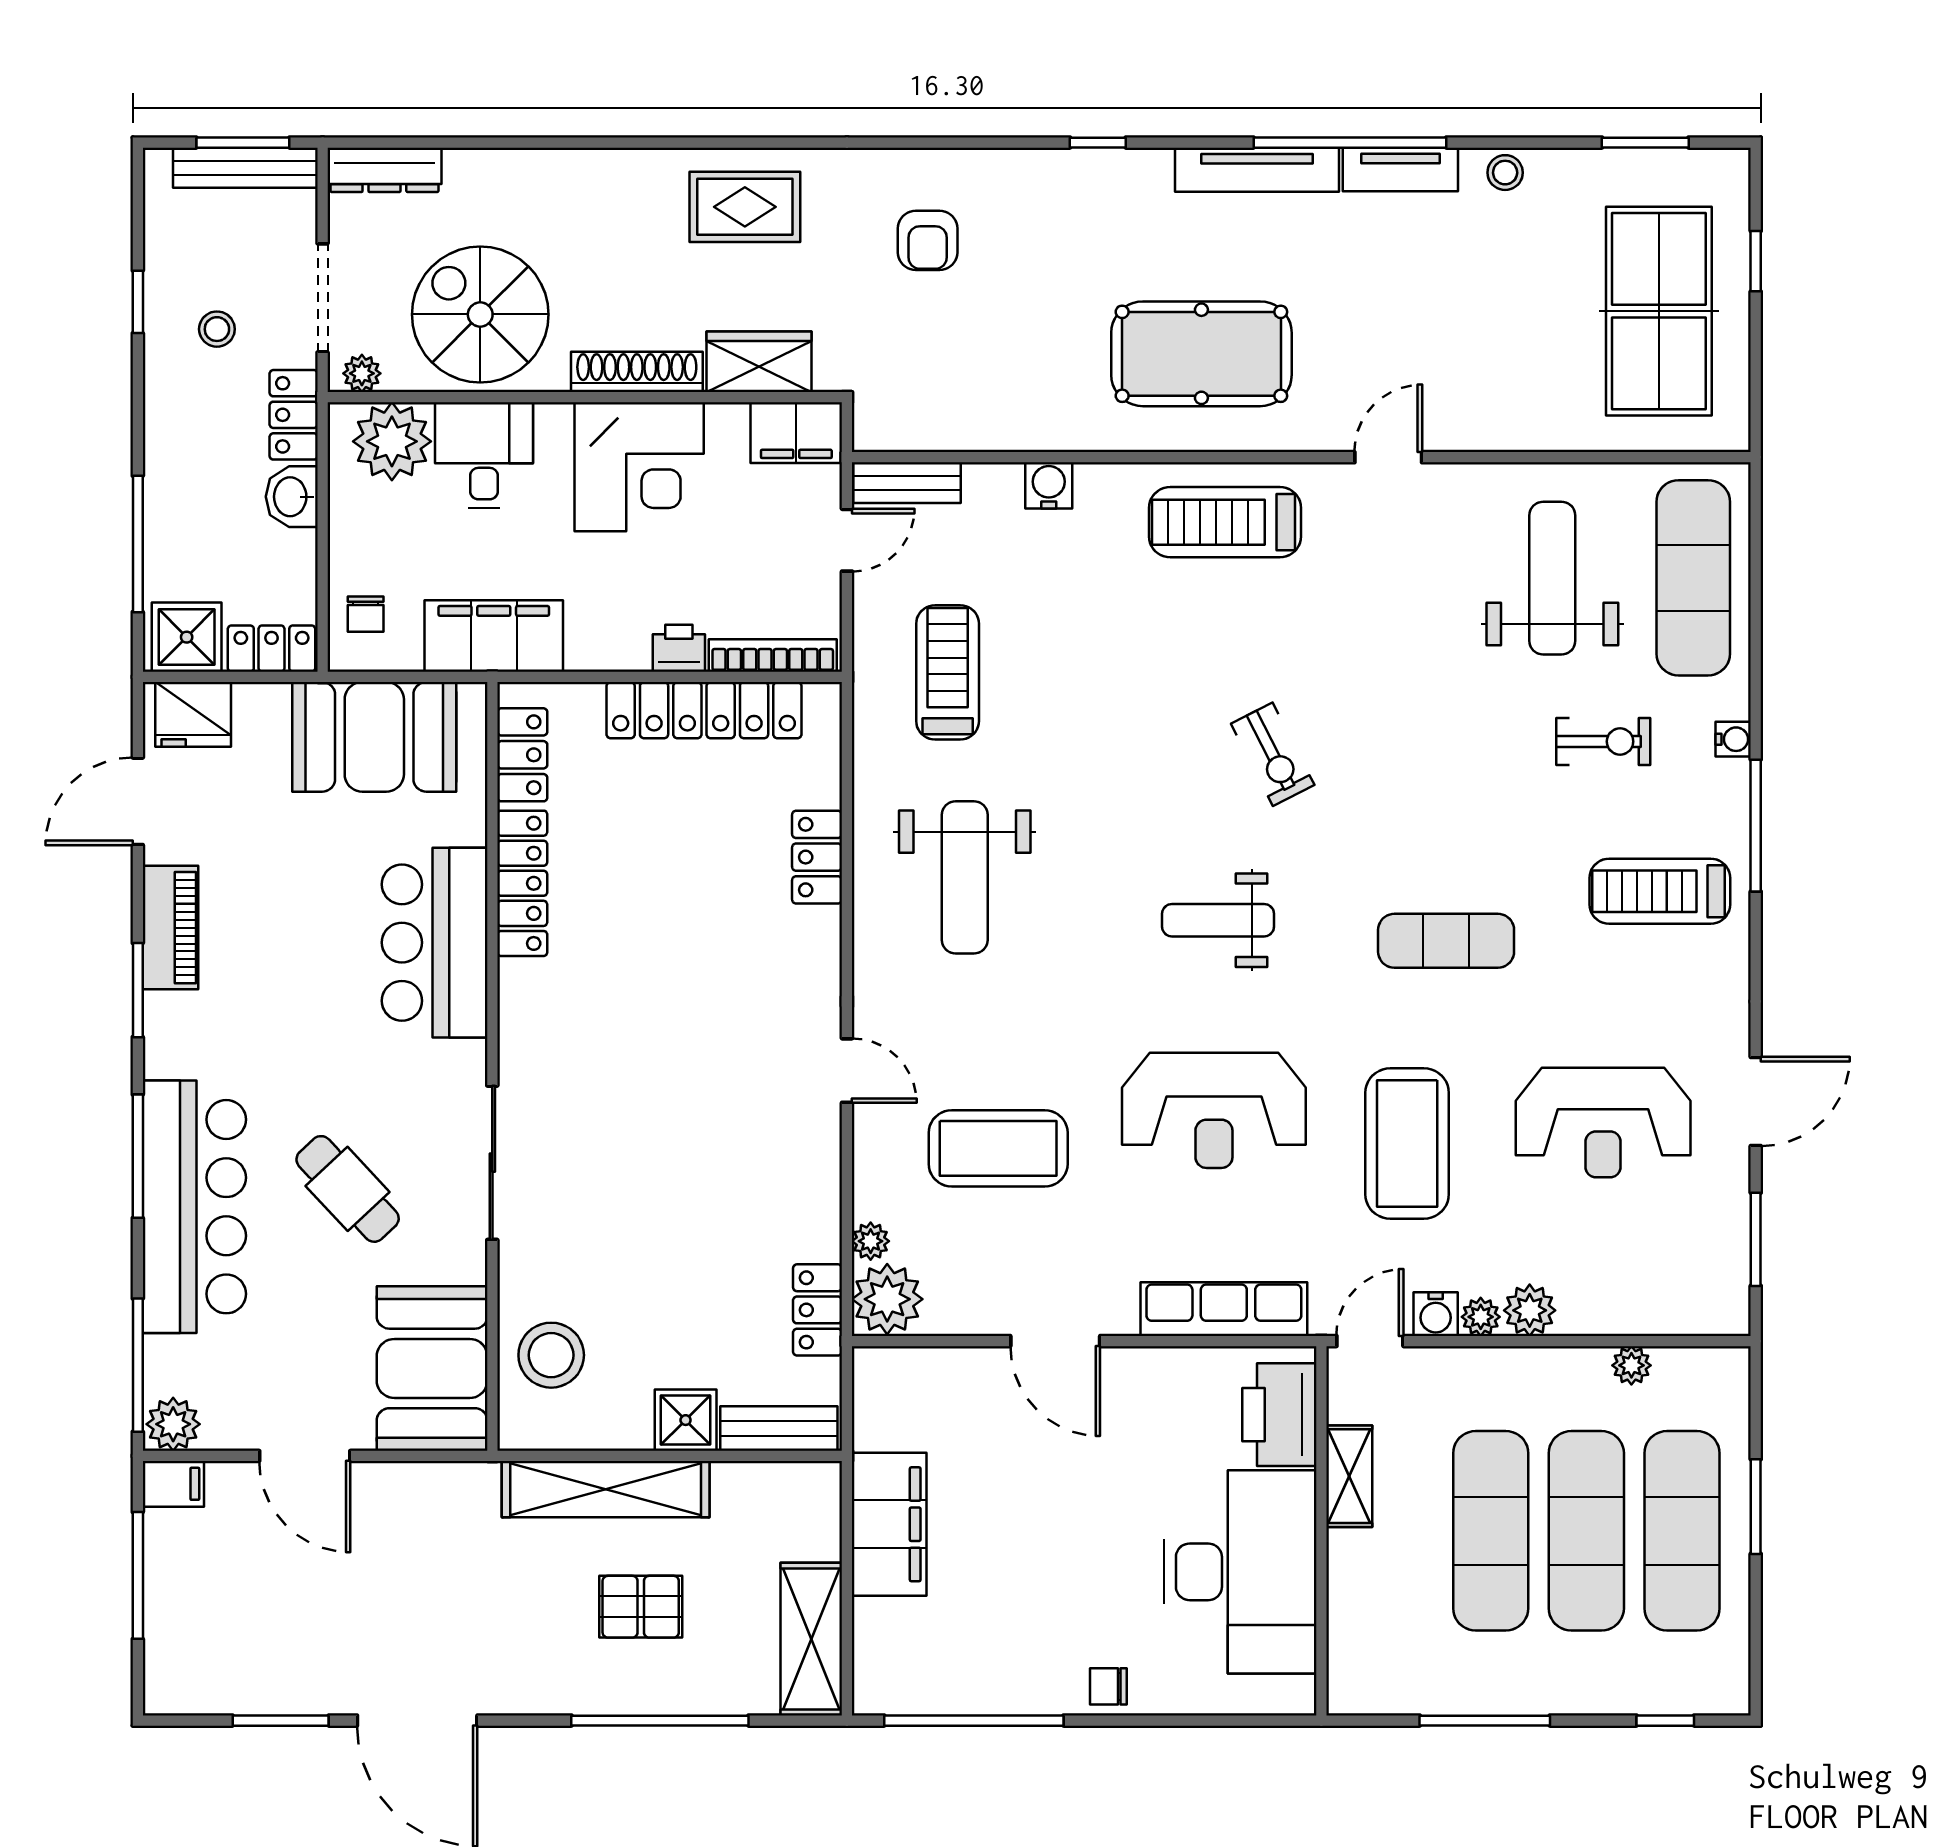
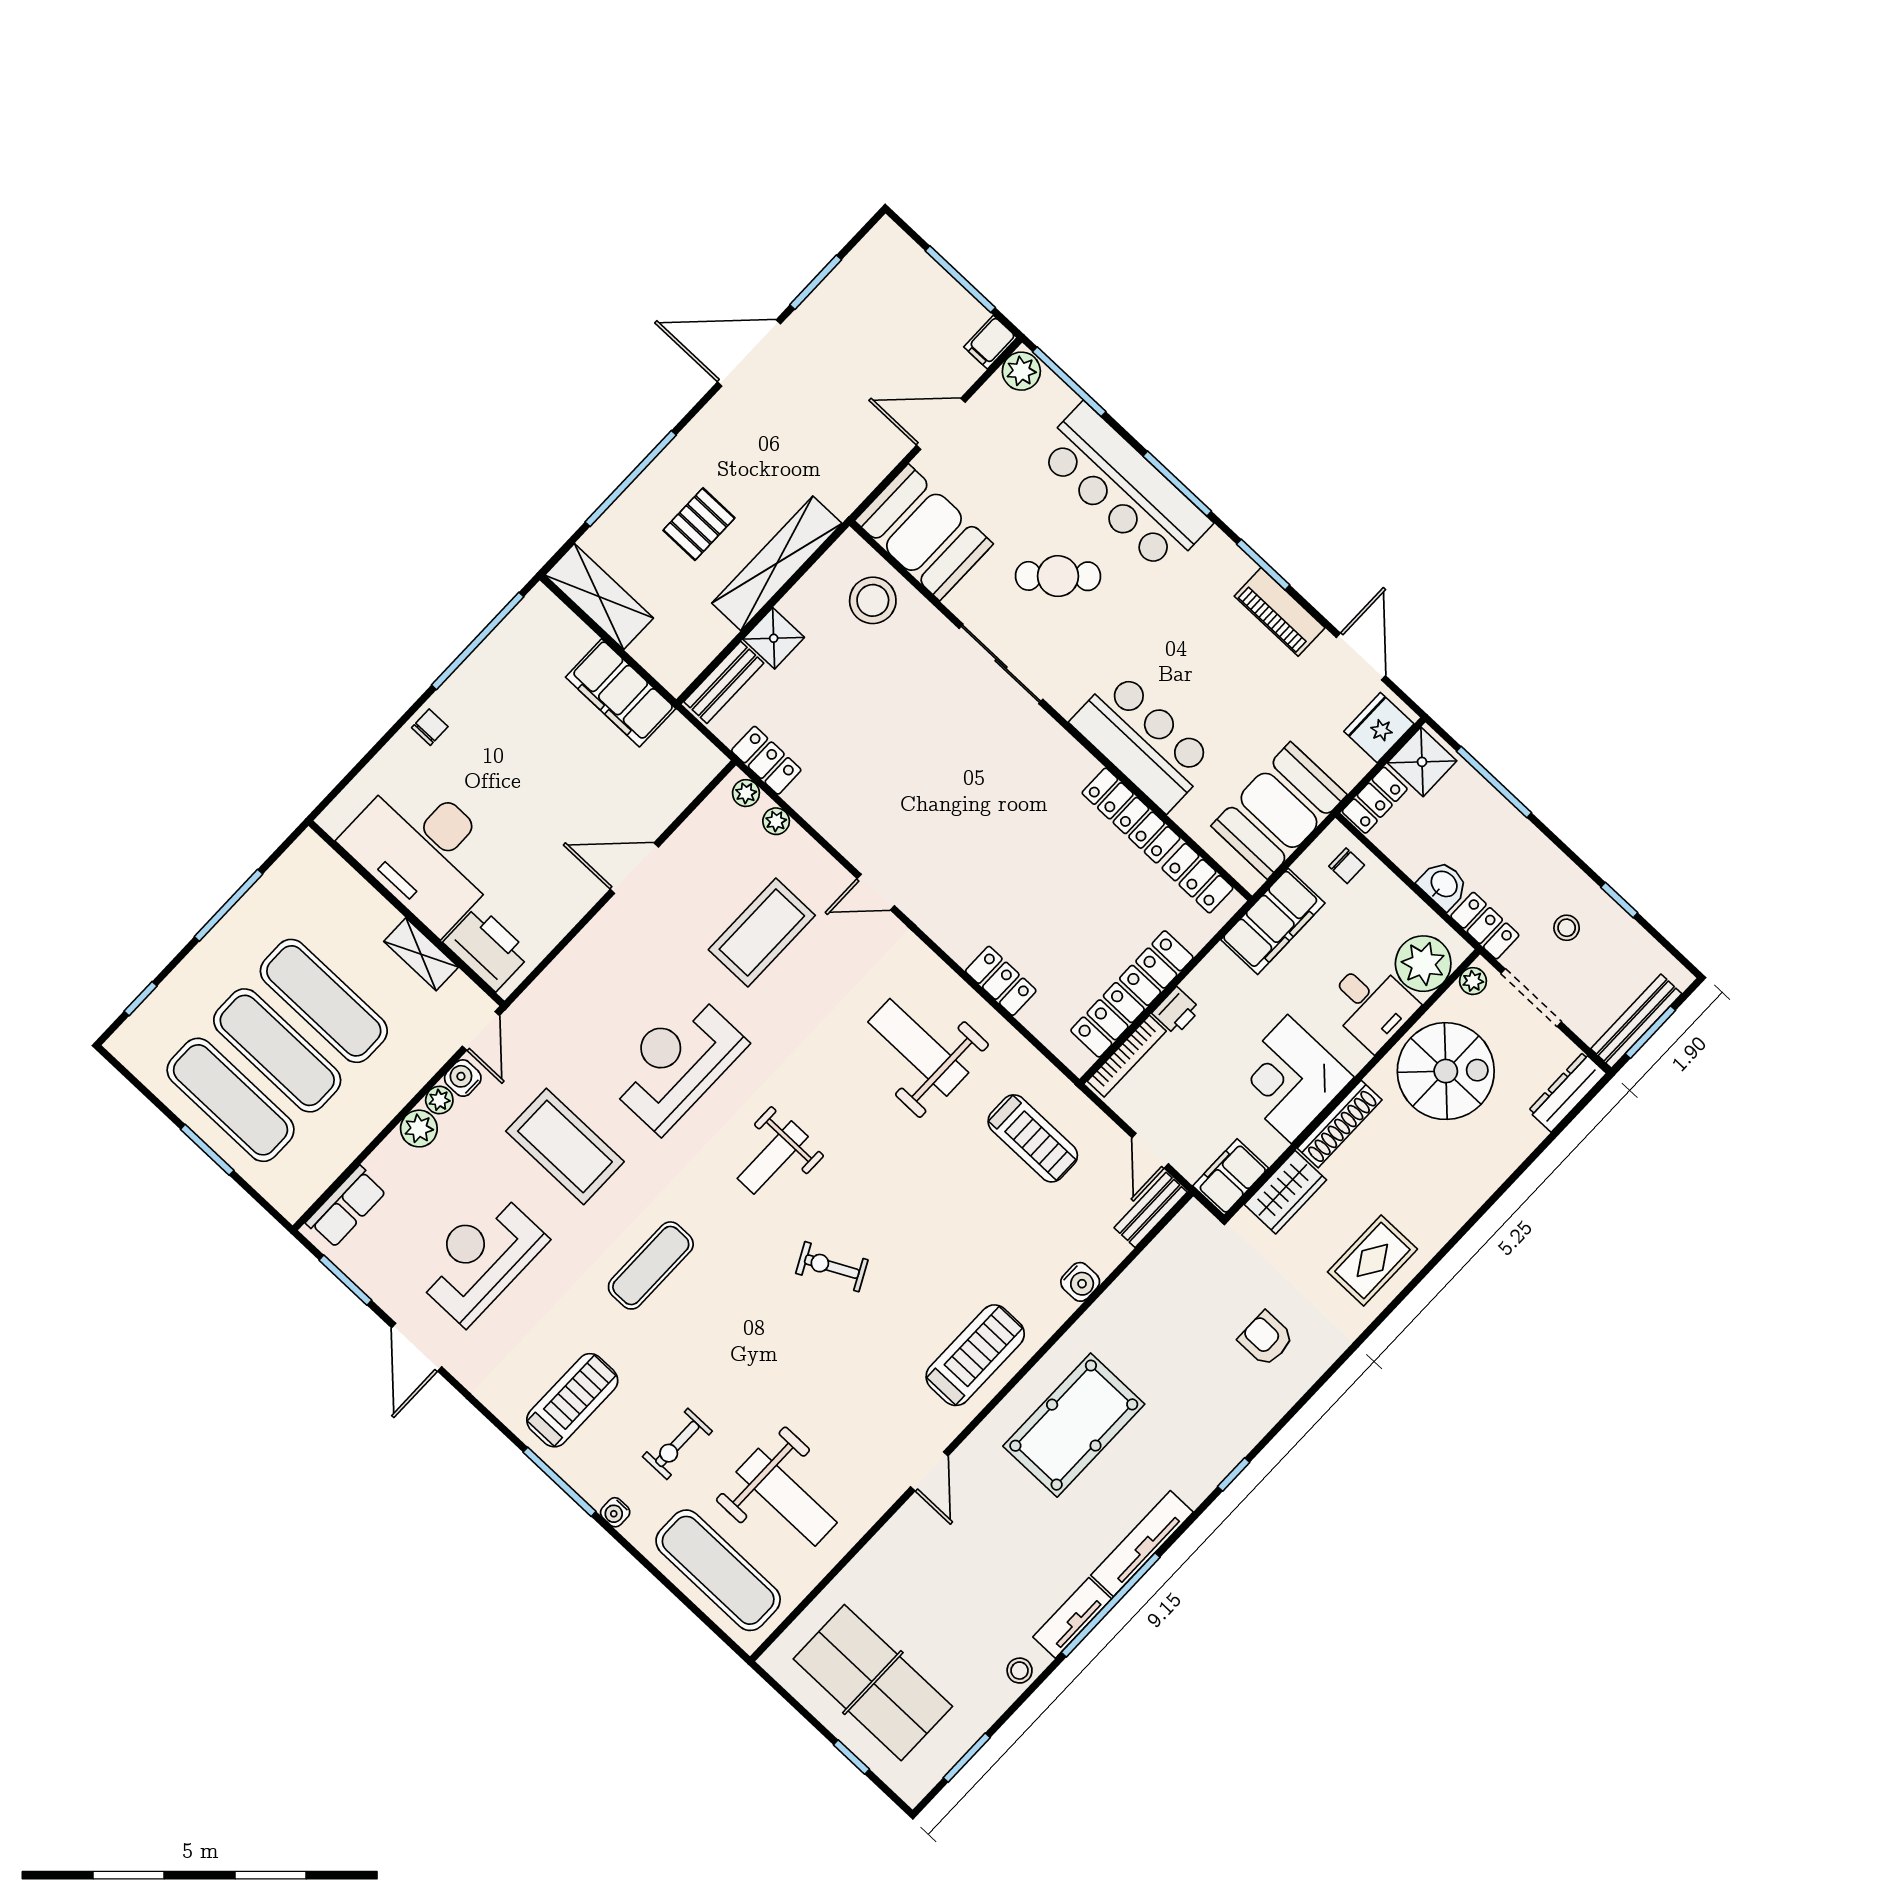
chair: (366, 614) -> (1347, 866), turned 180
weight bench: (1218, 920) -> (773, 1157), turned 180
plant: (887, 1299) -> (746, 793), width x0.53, depth x0.53
row of seats: (1224, 1309) -> (346, 1207), moved, width x0.68
plant: (1631, 1365) -> (341, 1154), removed

